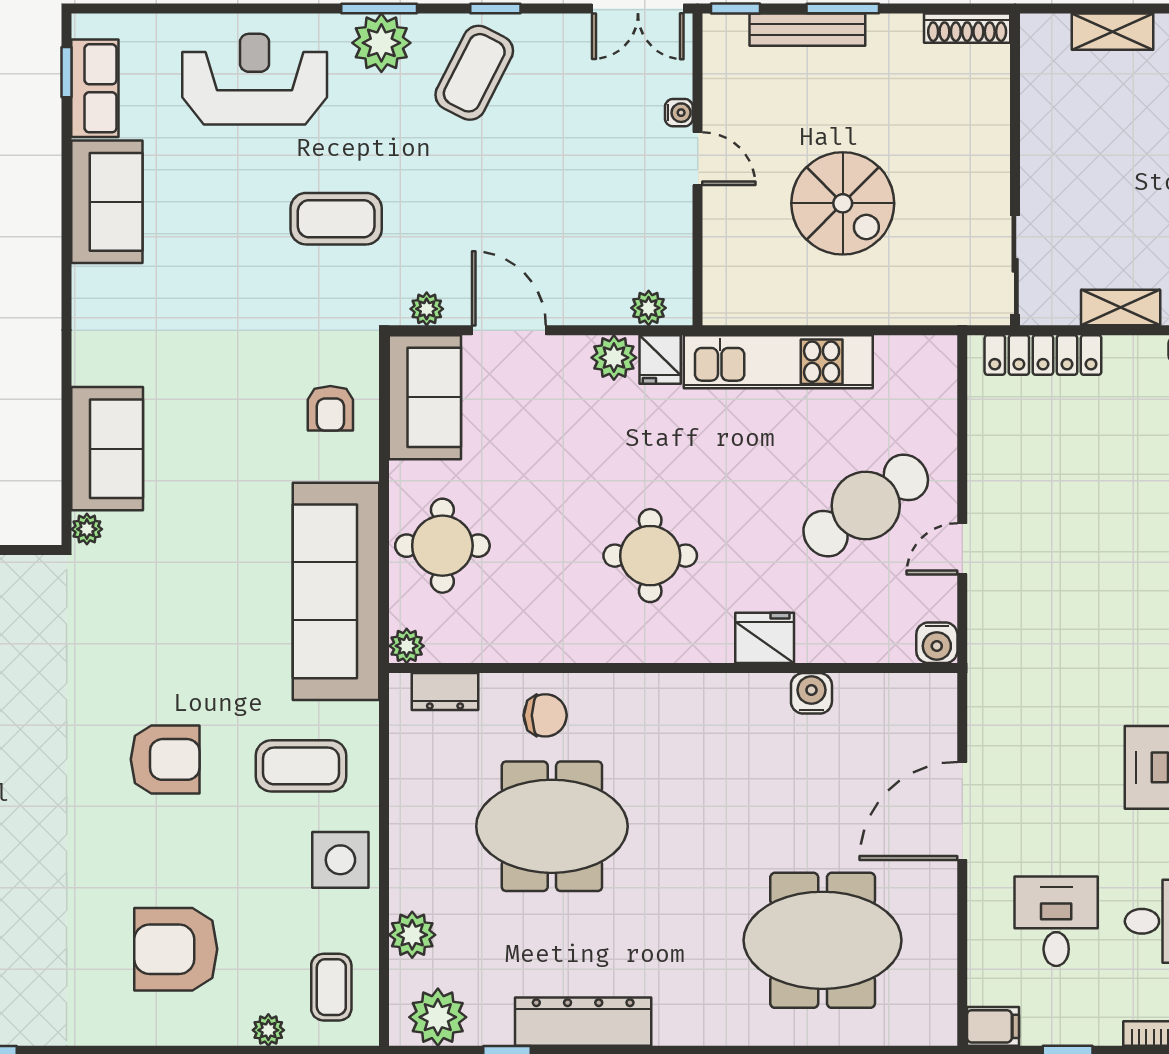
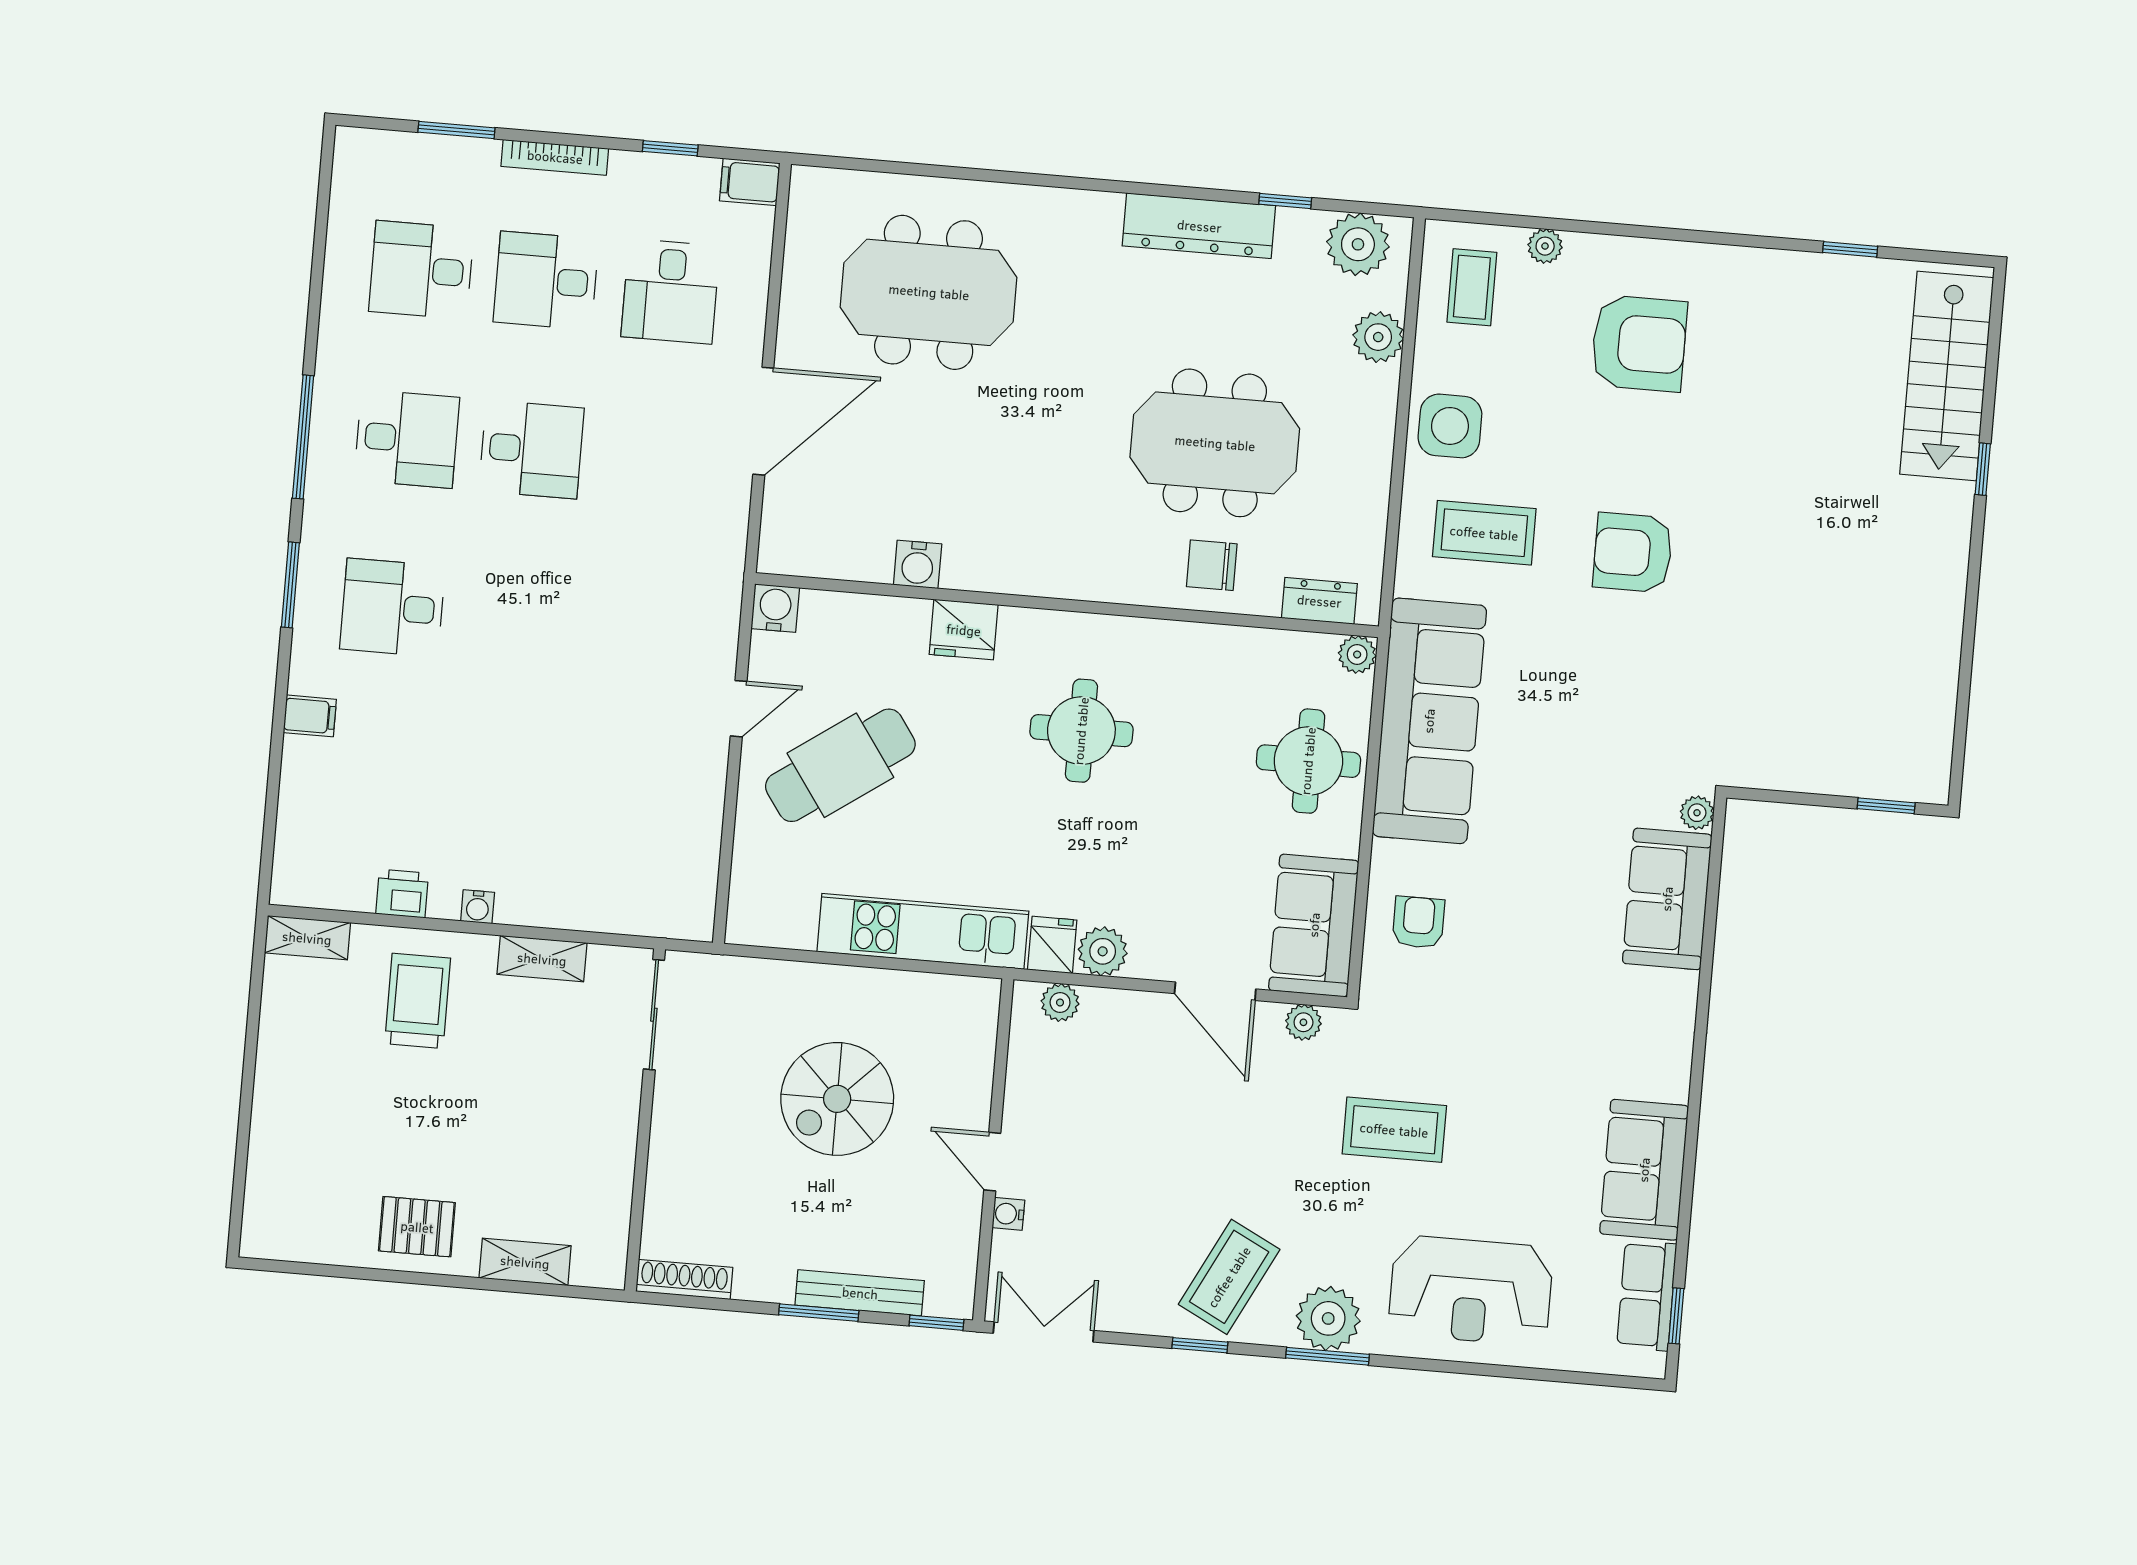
spiral stairs: (843, 203) -> (837, 1099), turned -90
locker: (1043, 355) -> (632, 914), removed

